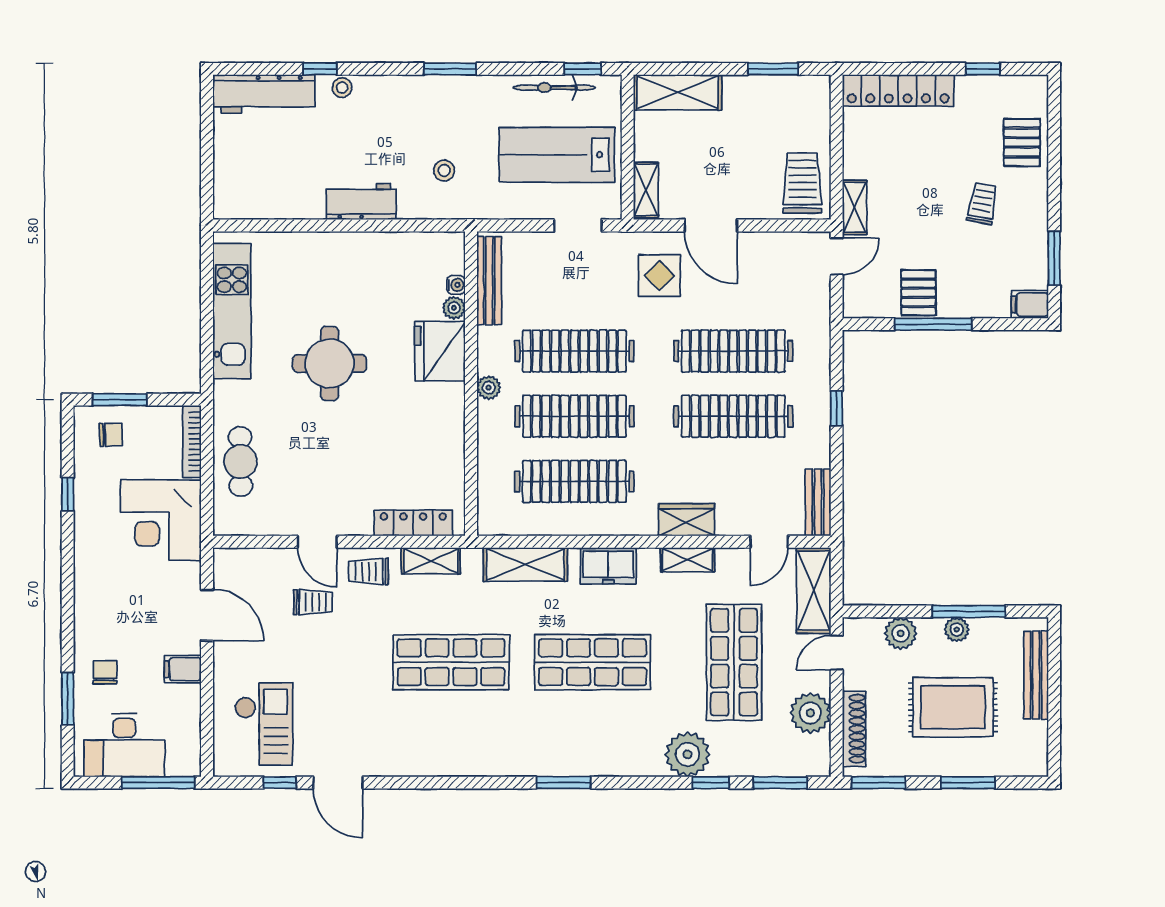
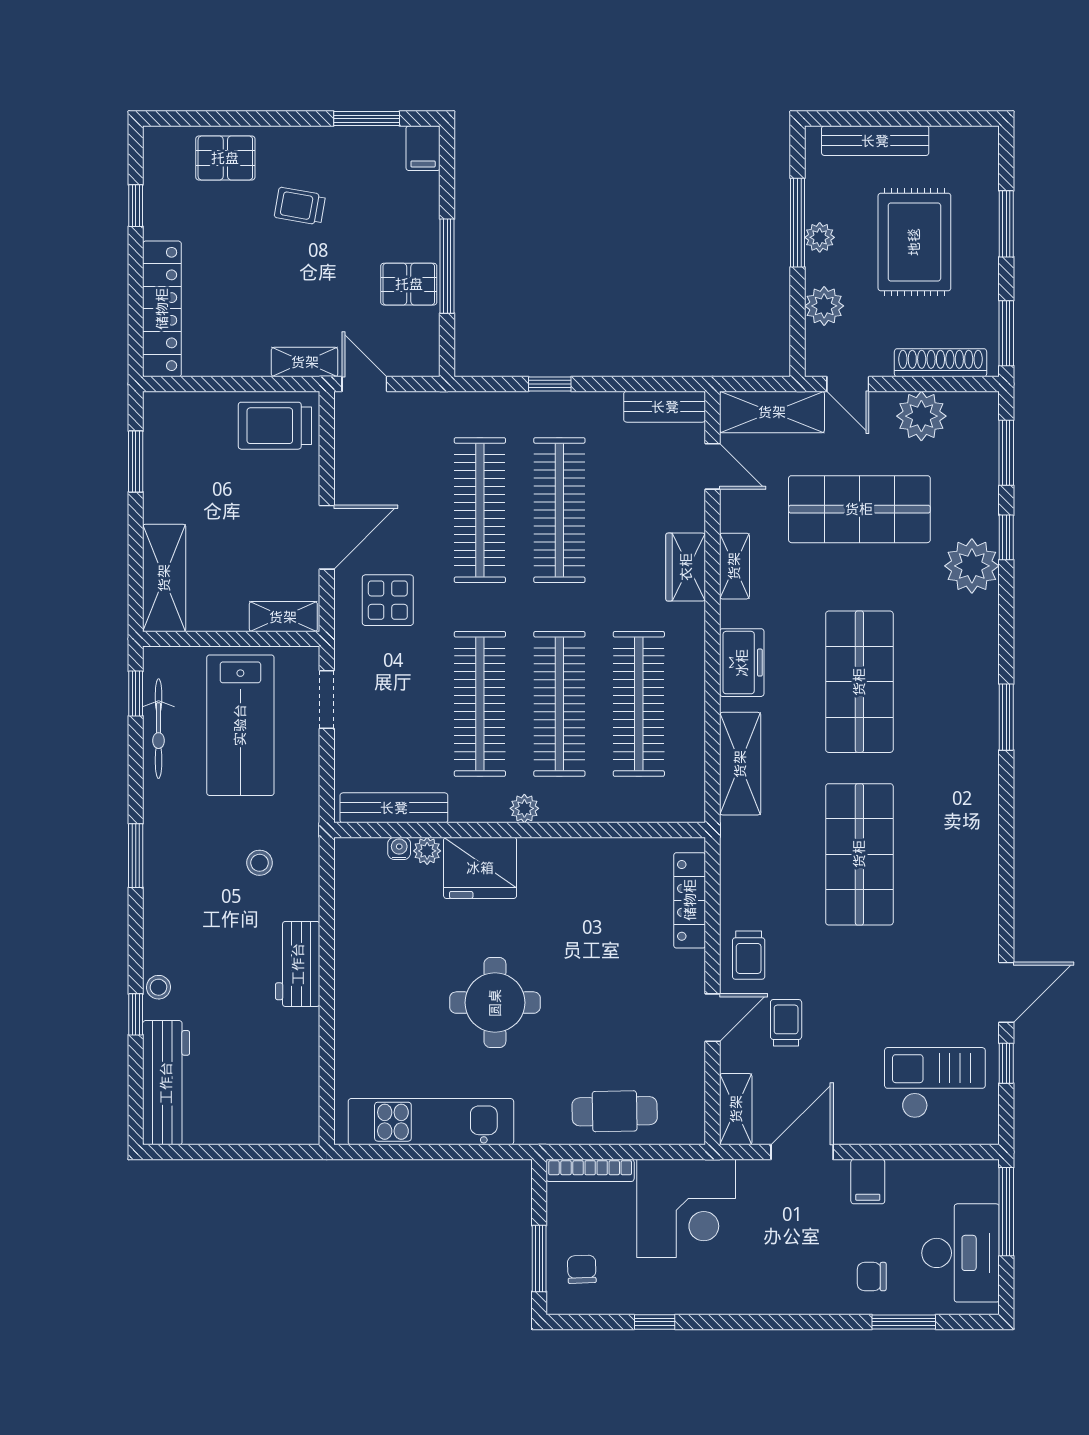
shelving: (431, 561) -> (736, 1109), moved

